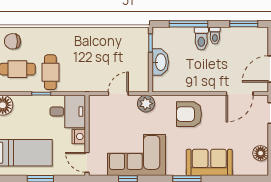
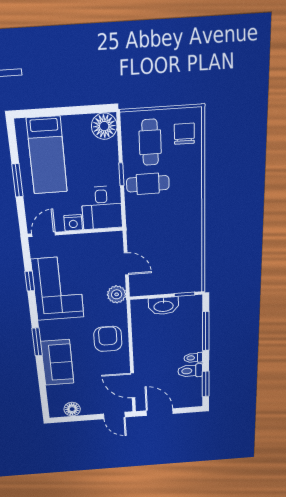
toilet: (201, 39) -> (190, 371), moved

